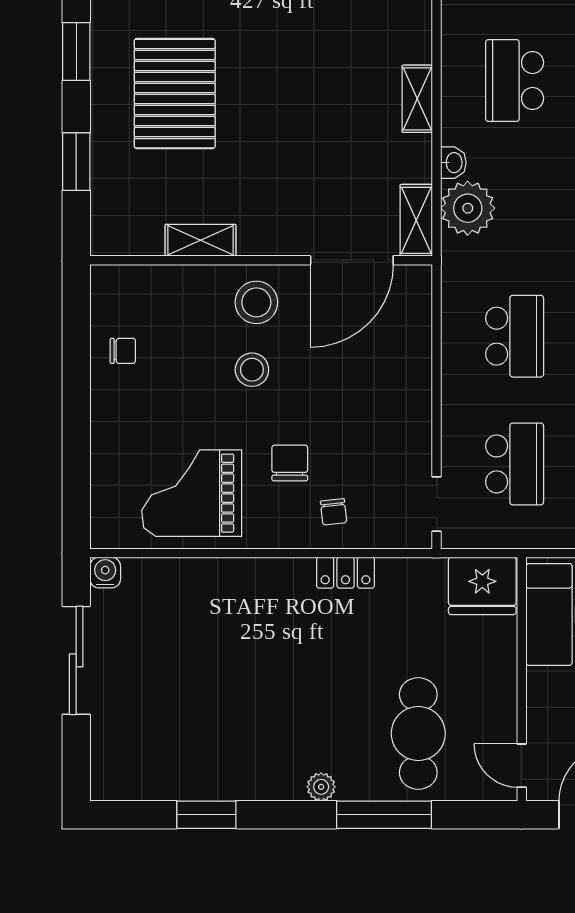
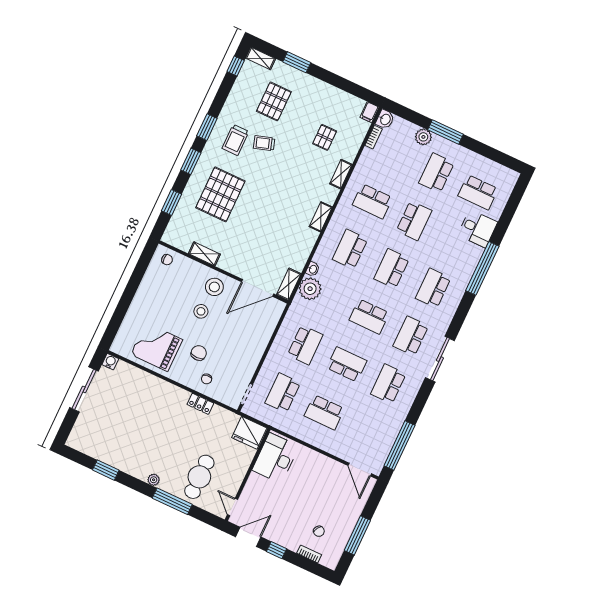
shelving: (417, 99) -> (321, 217), moved
chair: (123, 351) -> (167, 260), moved
school desk: (515, 464) -> (283, 393), turned 180

